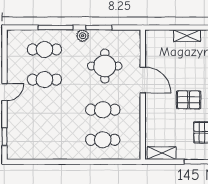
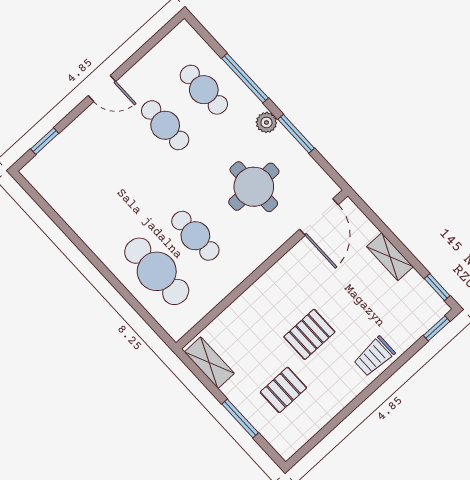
door: (143, 80) -> (319, 217), moved
pallet: (189, 100) -> (309, 334), turned 90
cafe table: (103, 140) -> (157, 271), width x1.37, depth x1.35

